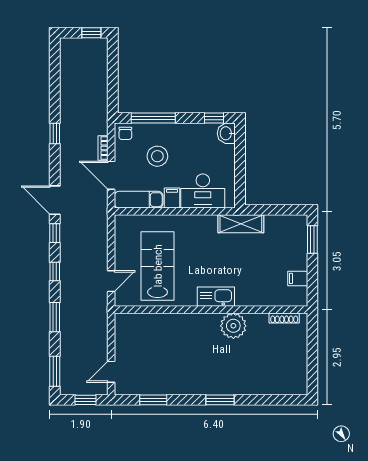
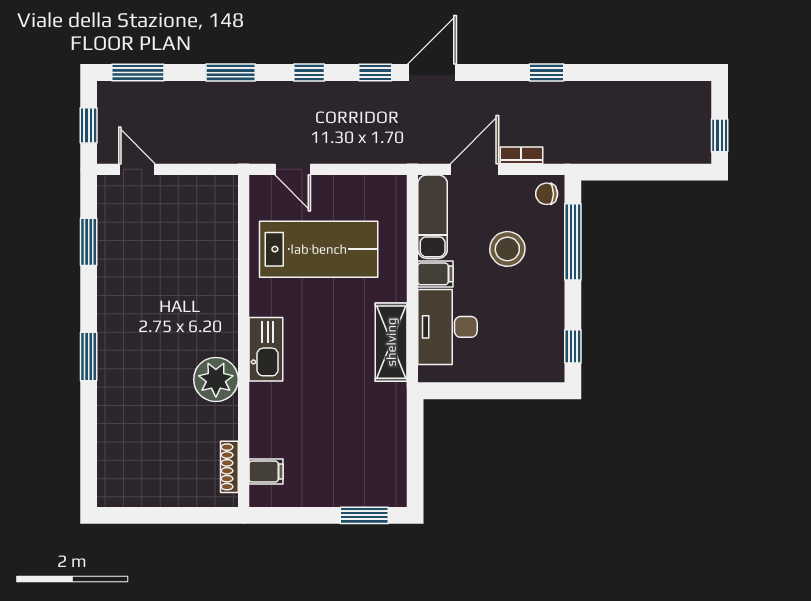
washbasin: (226, 133) -> (547, 367), removed
shelving: (241, 224) -> (391, 342), moved
filing cabinet: (298, 278) -> (266, 472), moved, turned 90

